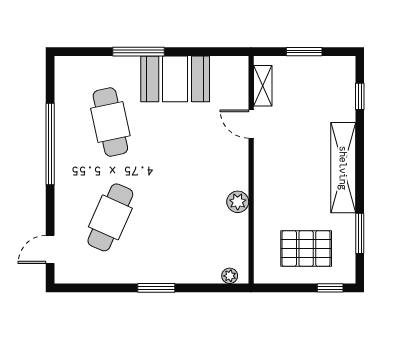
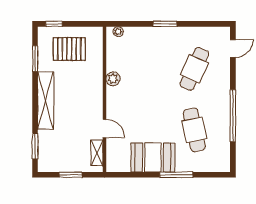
window: (360, 96) -> (35, 146), width x1.50

